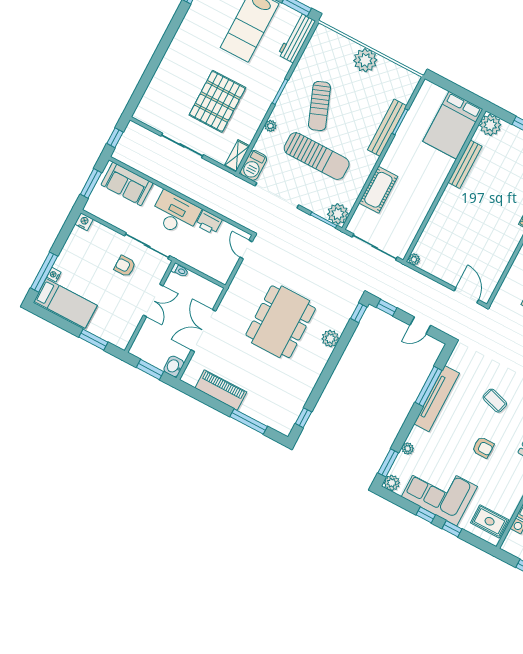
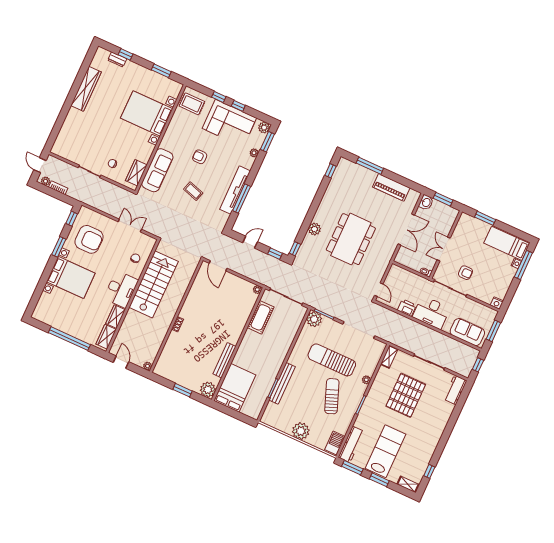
workbench: (148, 105) -> (455, 390), added
barbecue: (253, 165) -> (335, 443), moved
cot: (378, 190) -> (261, 317), moved

